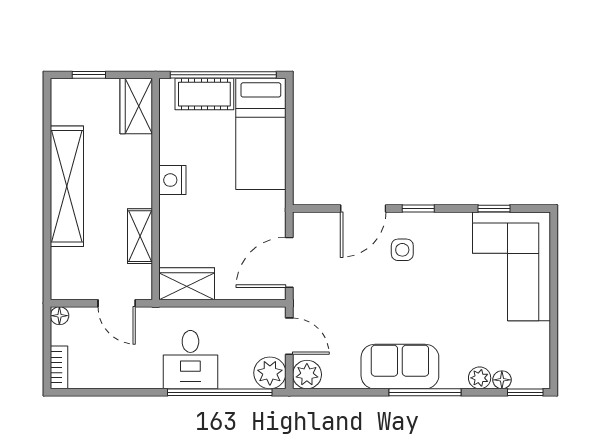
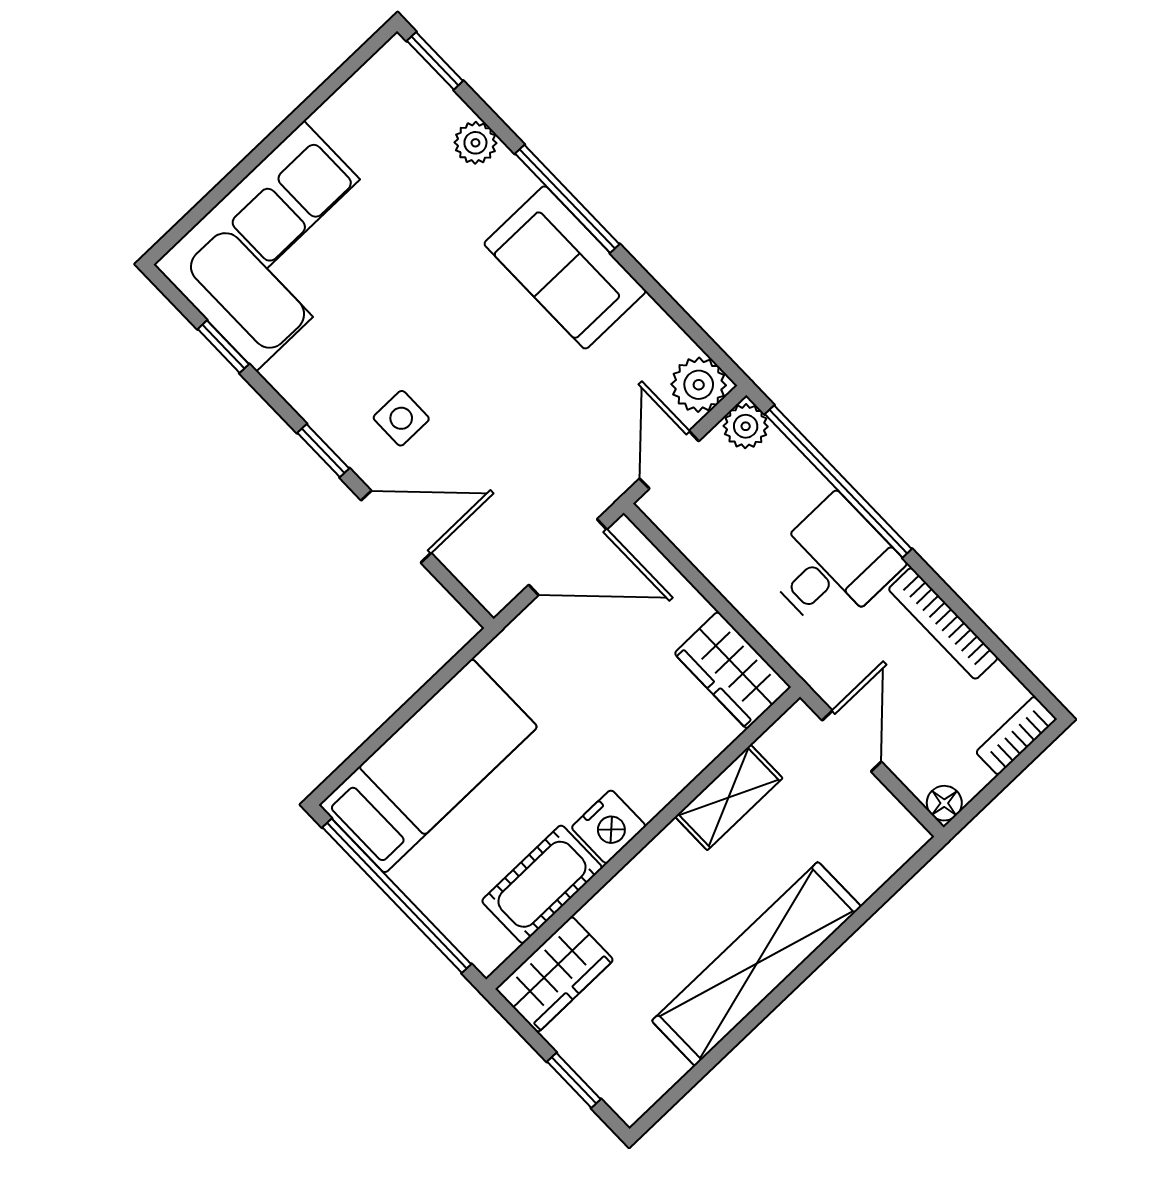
cot: (204, 94) -> (542, 884), moved, turned 90
plant: (270, 373) -> (746, 426), width x0.73, depth x0.73
bookcase: (128, 380) -> (943, 624), added
floor lamp: (502, 380) -> (448, 109), removed

